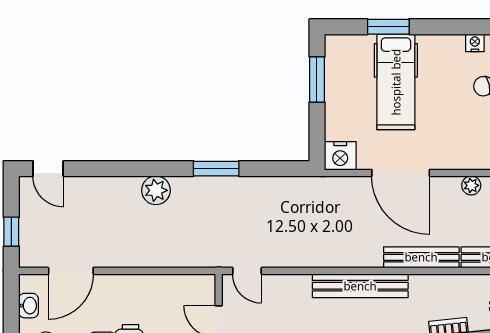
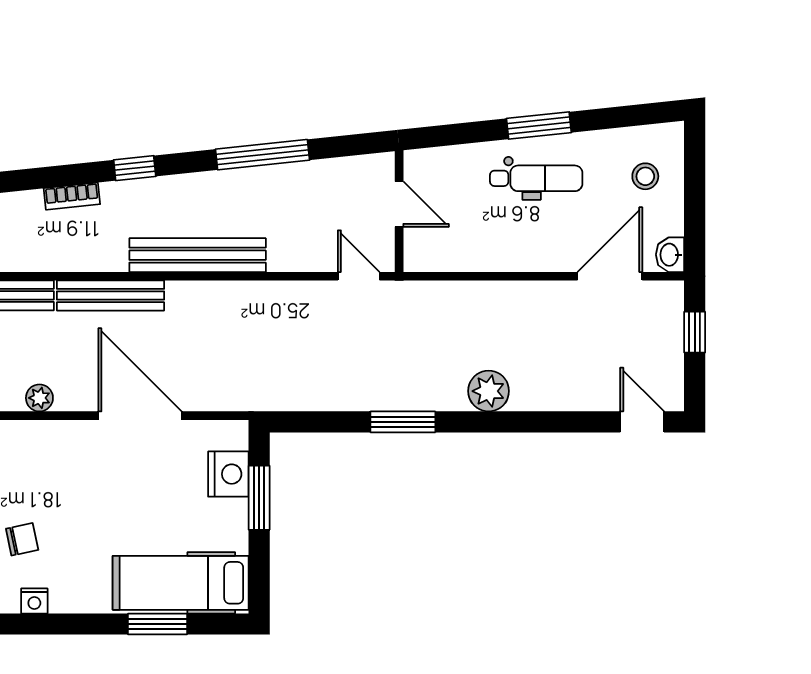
window: (317, 79) -> (259, 498), moved
hospital bed: (396, 82) -> (181, 583), moved, turned -90
nightstand: (340, 156) -> (228, 474), moved, turned 90
washbasin: (28, 306) -> (670, 255), moved

